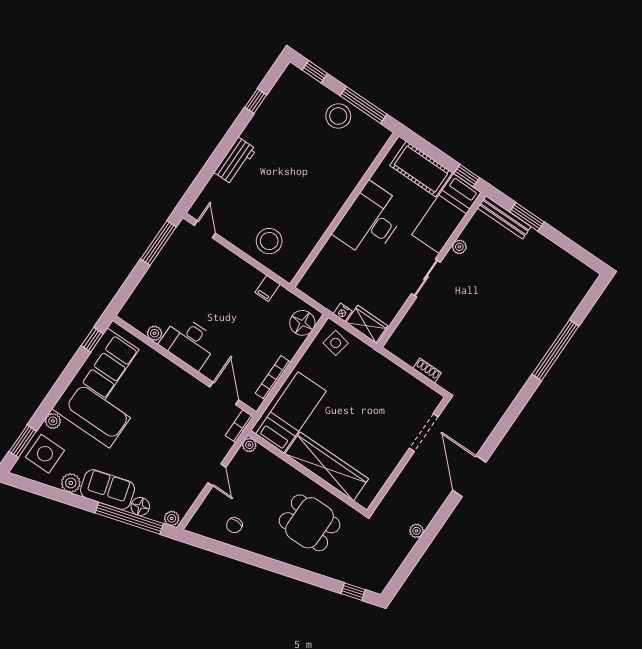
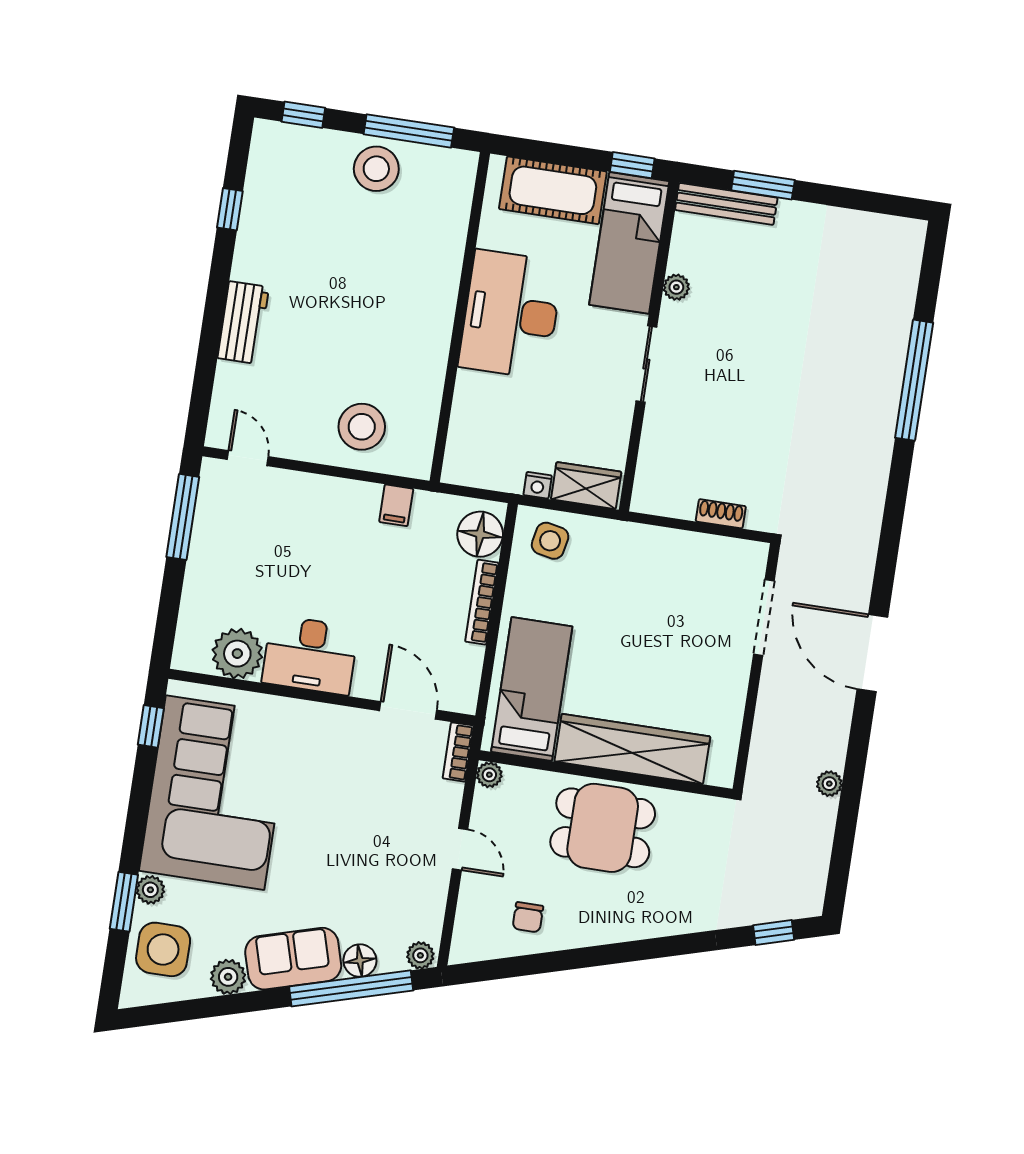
plant: (155, 333) -> (237, 654), width x1.87, depth x1.87
bookcase: (273, 378) -> (482, 602), moved
window: (23, 441) -> (124, 902), moved
dining table: (309, 523) -> (603, 828), moved

